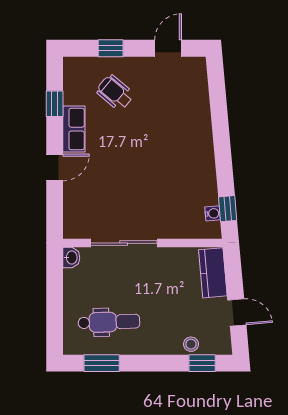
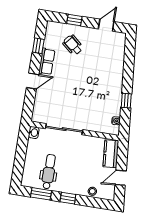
window: (228, 209) -> (126, 101), moved
door: (237, 312) -> (121, 178), swing flipped
dental chair: (109, 322) -> (49, 172), turned -88
window: (202, 363) -> (68, 198), moved

